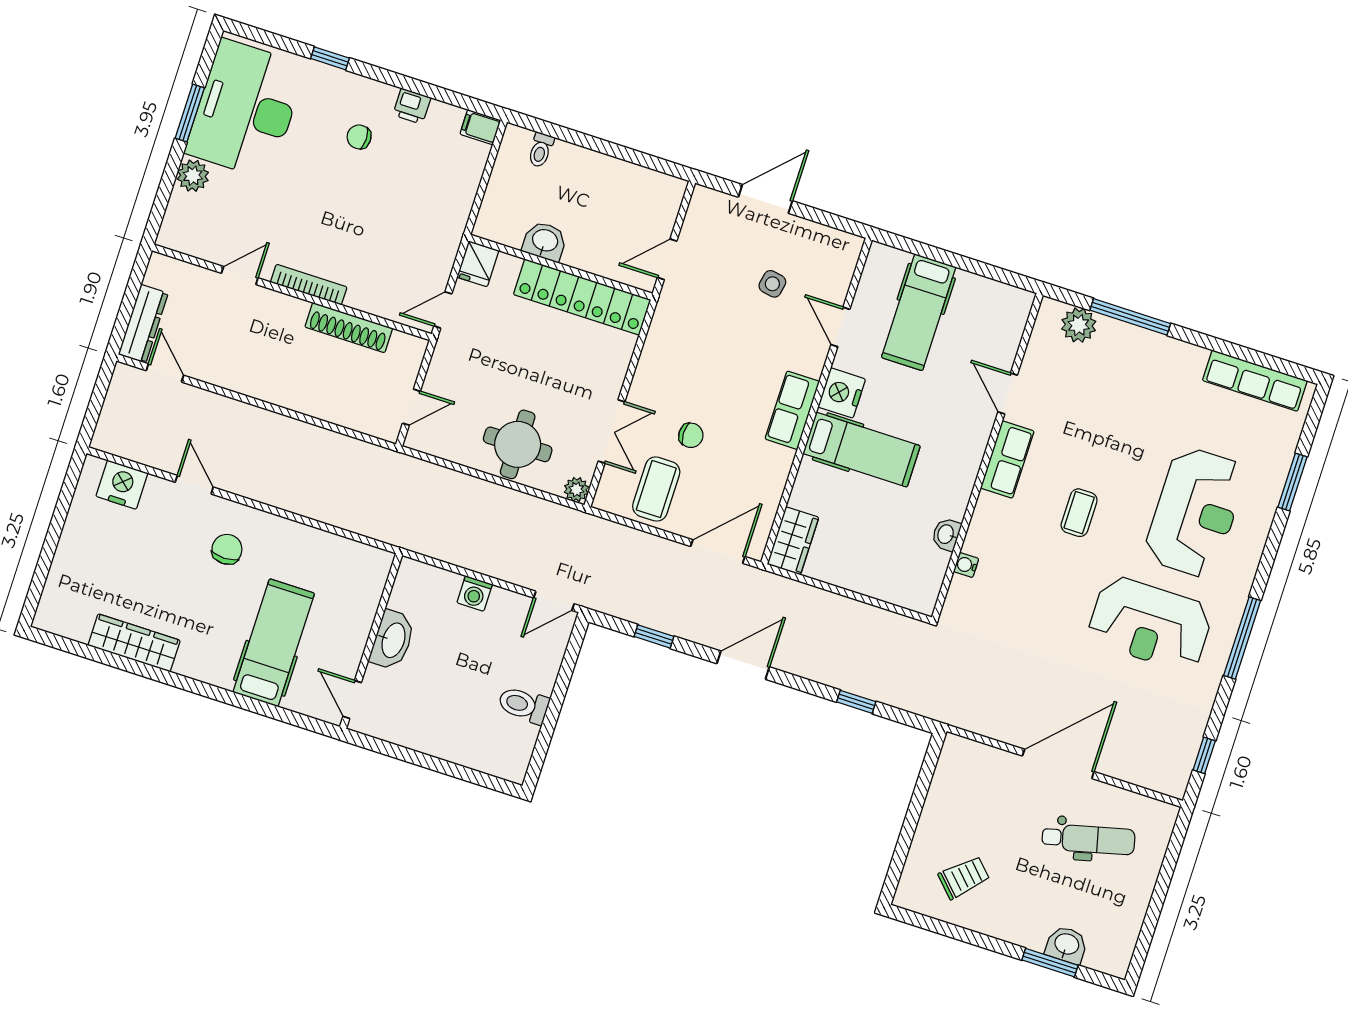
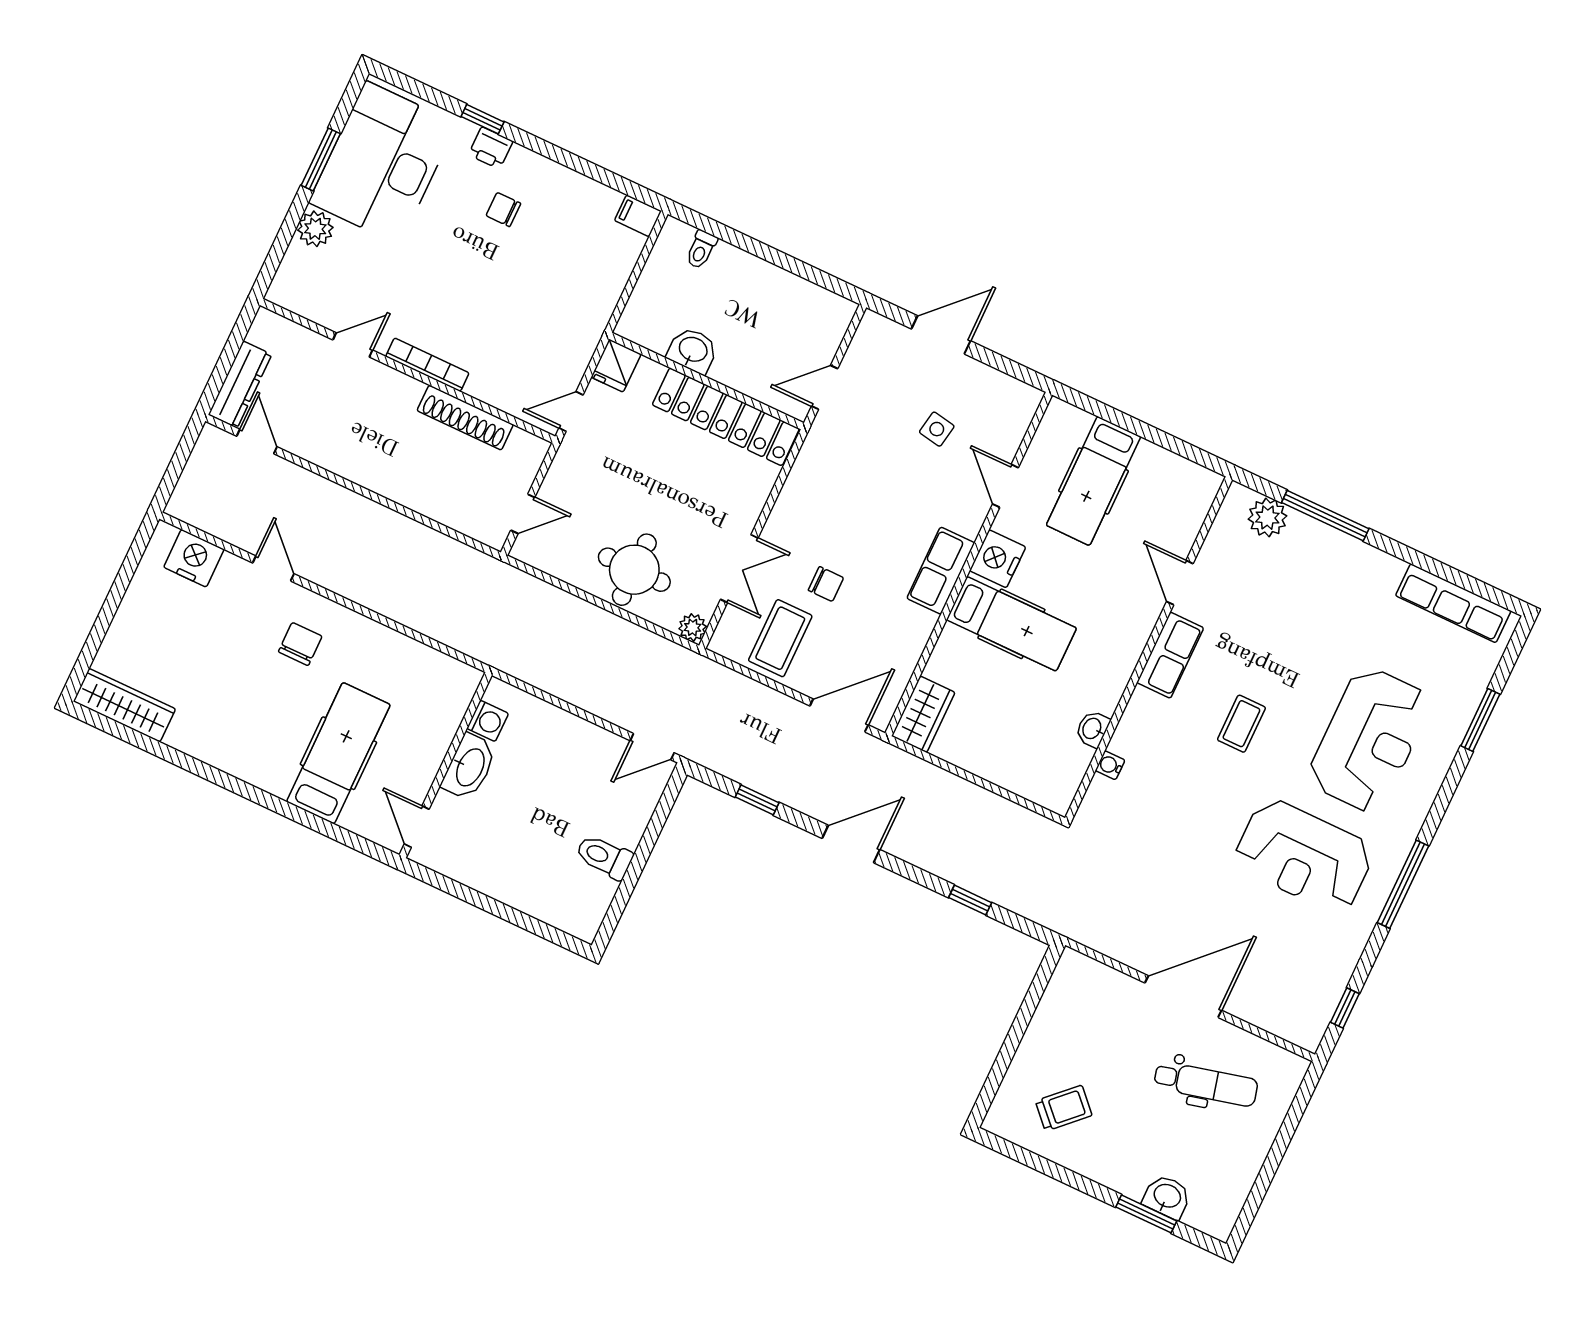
printer: (412, 106) -> (491, 148), moved
washing machine: (475, 593) -> (488, 721), moved, turned -90
wardrobe: (134, 643) -> (124, 705), moved

